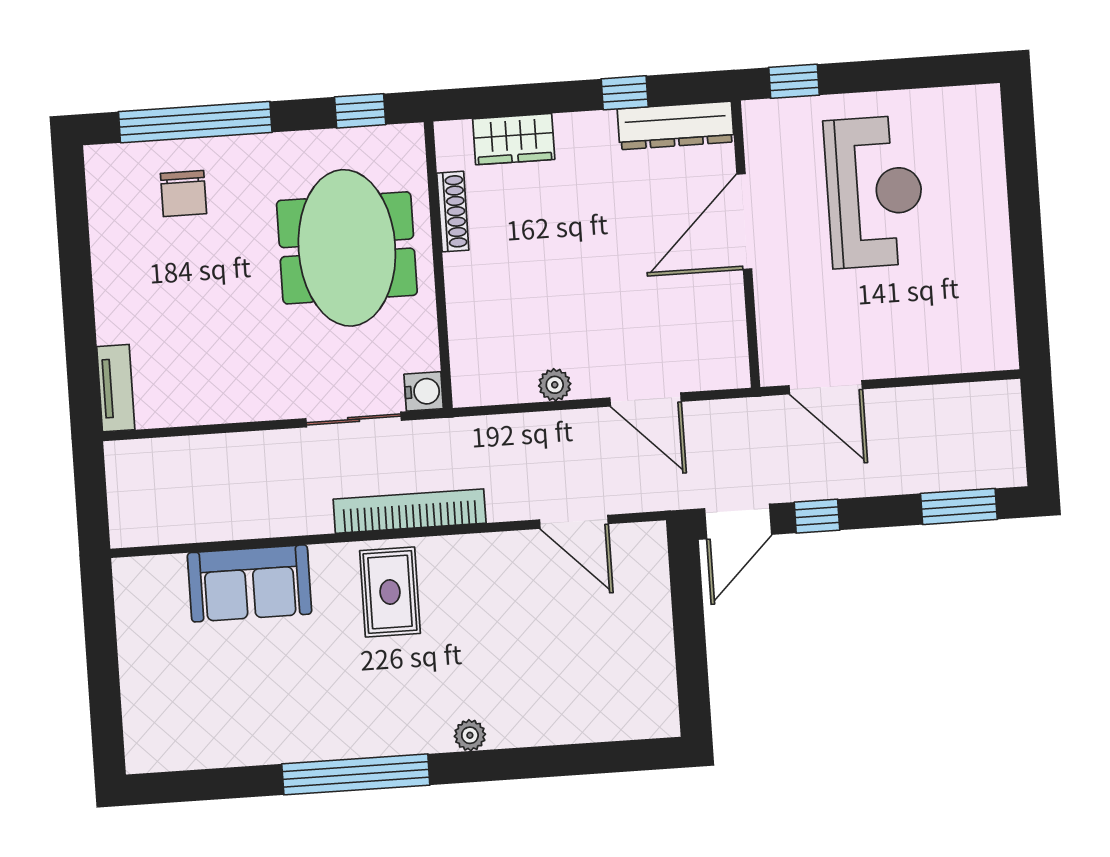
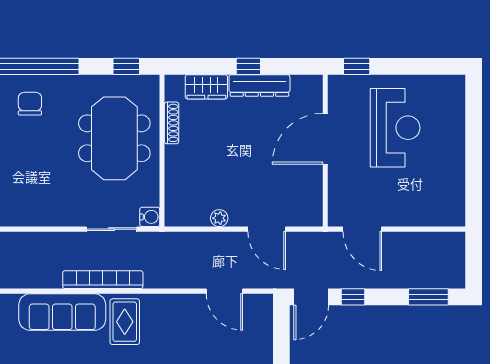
window: (625, 93) -> (248, 66), moved
dresser: (676, 125) -> (259, 85), moved
chair: (183, 194) -> (30, 104), turned 180
bookcase: (410, 511) -> (103, 280), moved
sofa: (249, 583) -> (62, 312), width x1.36

